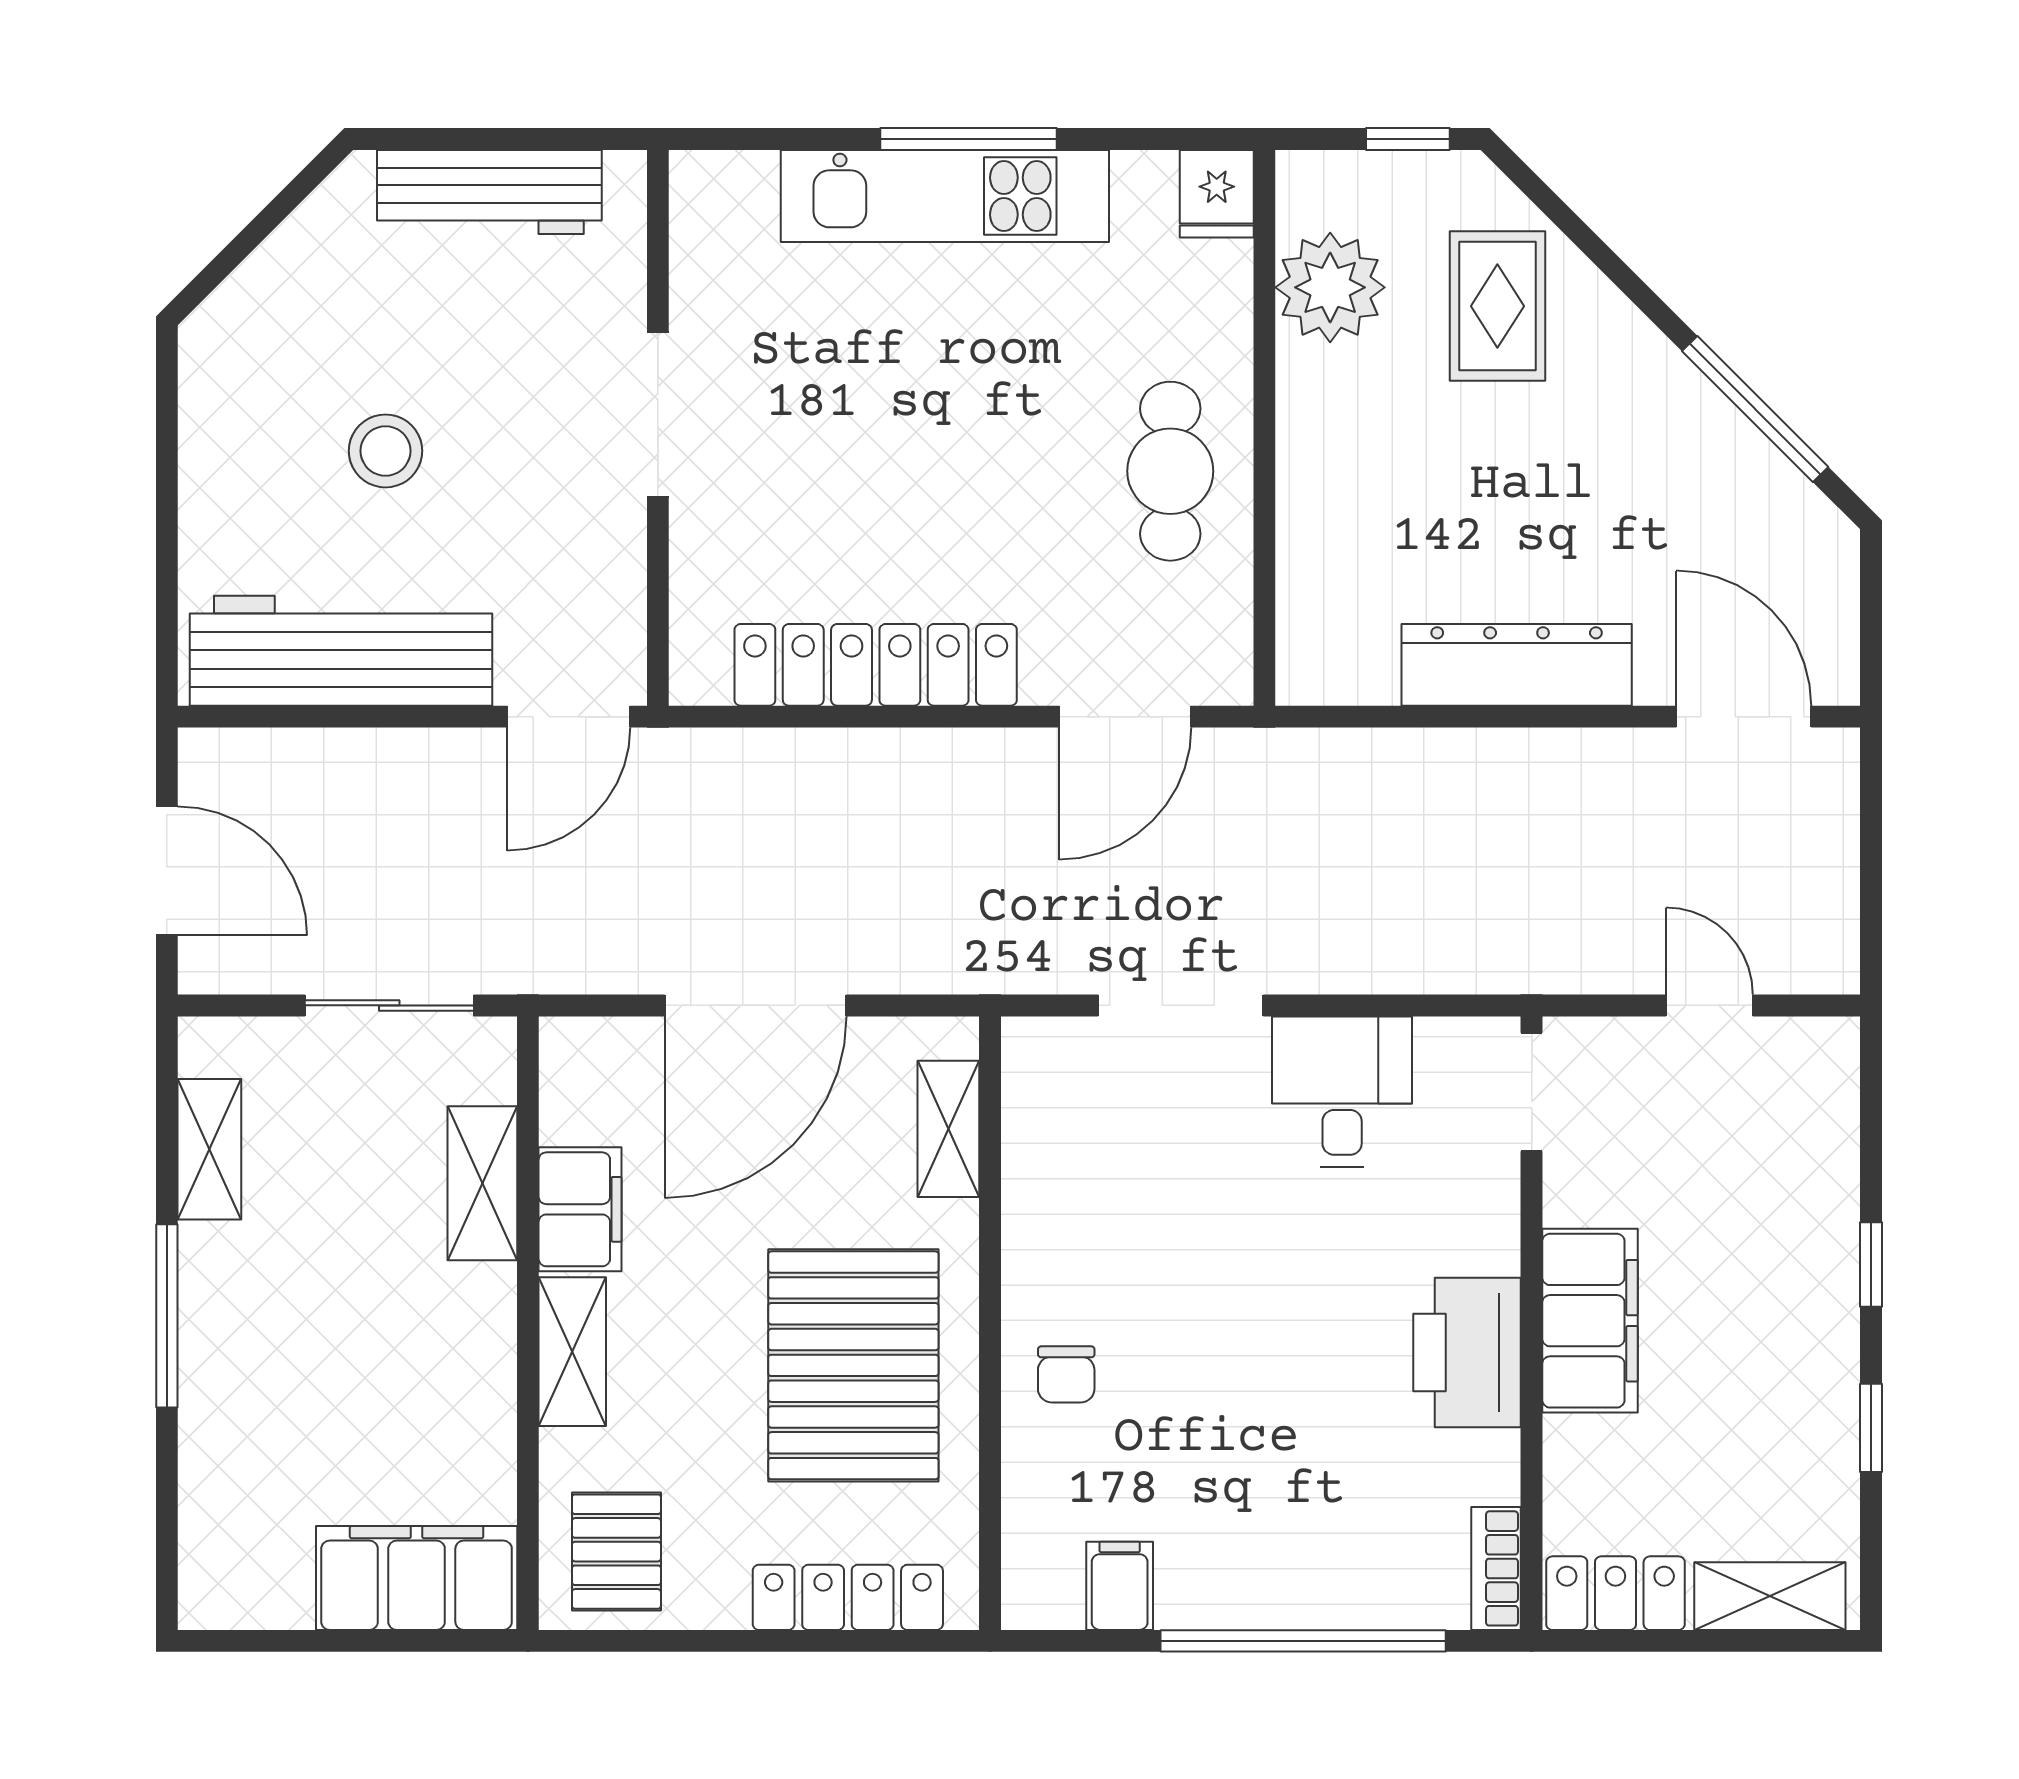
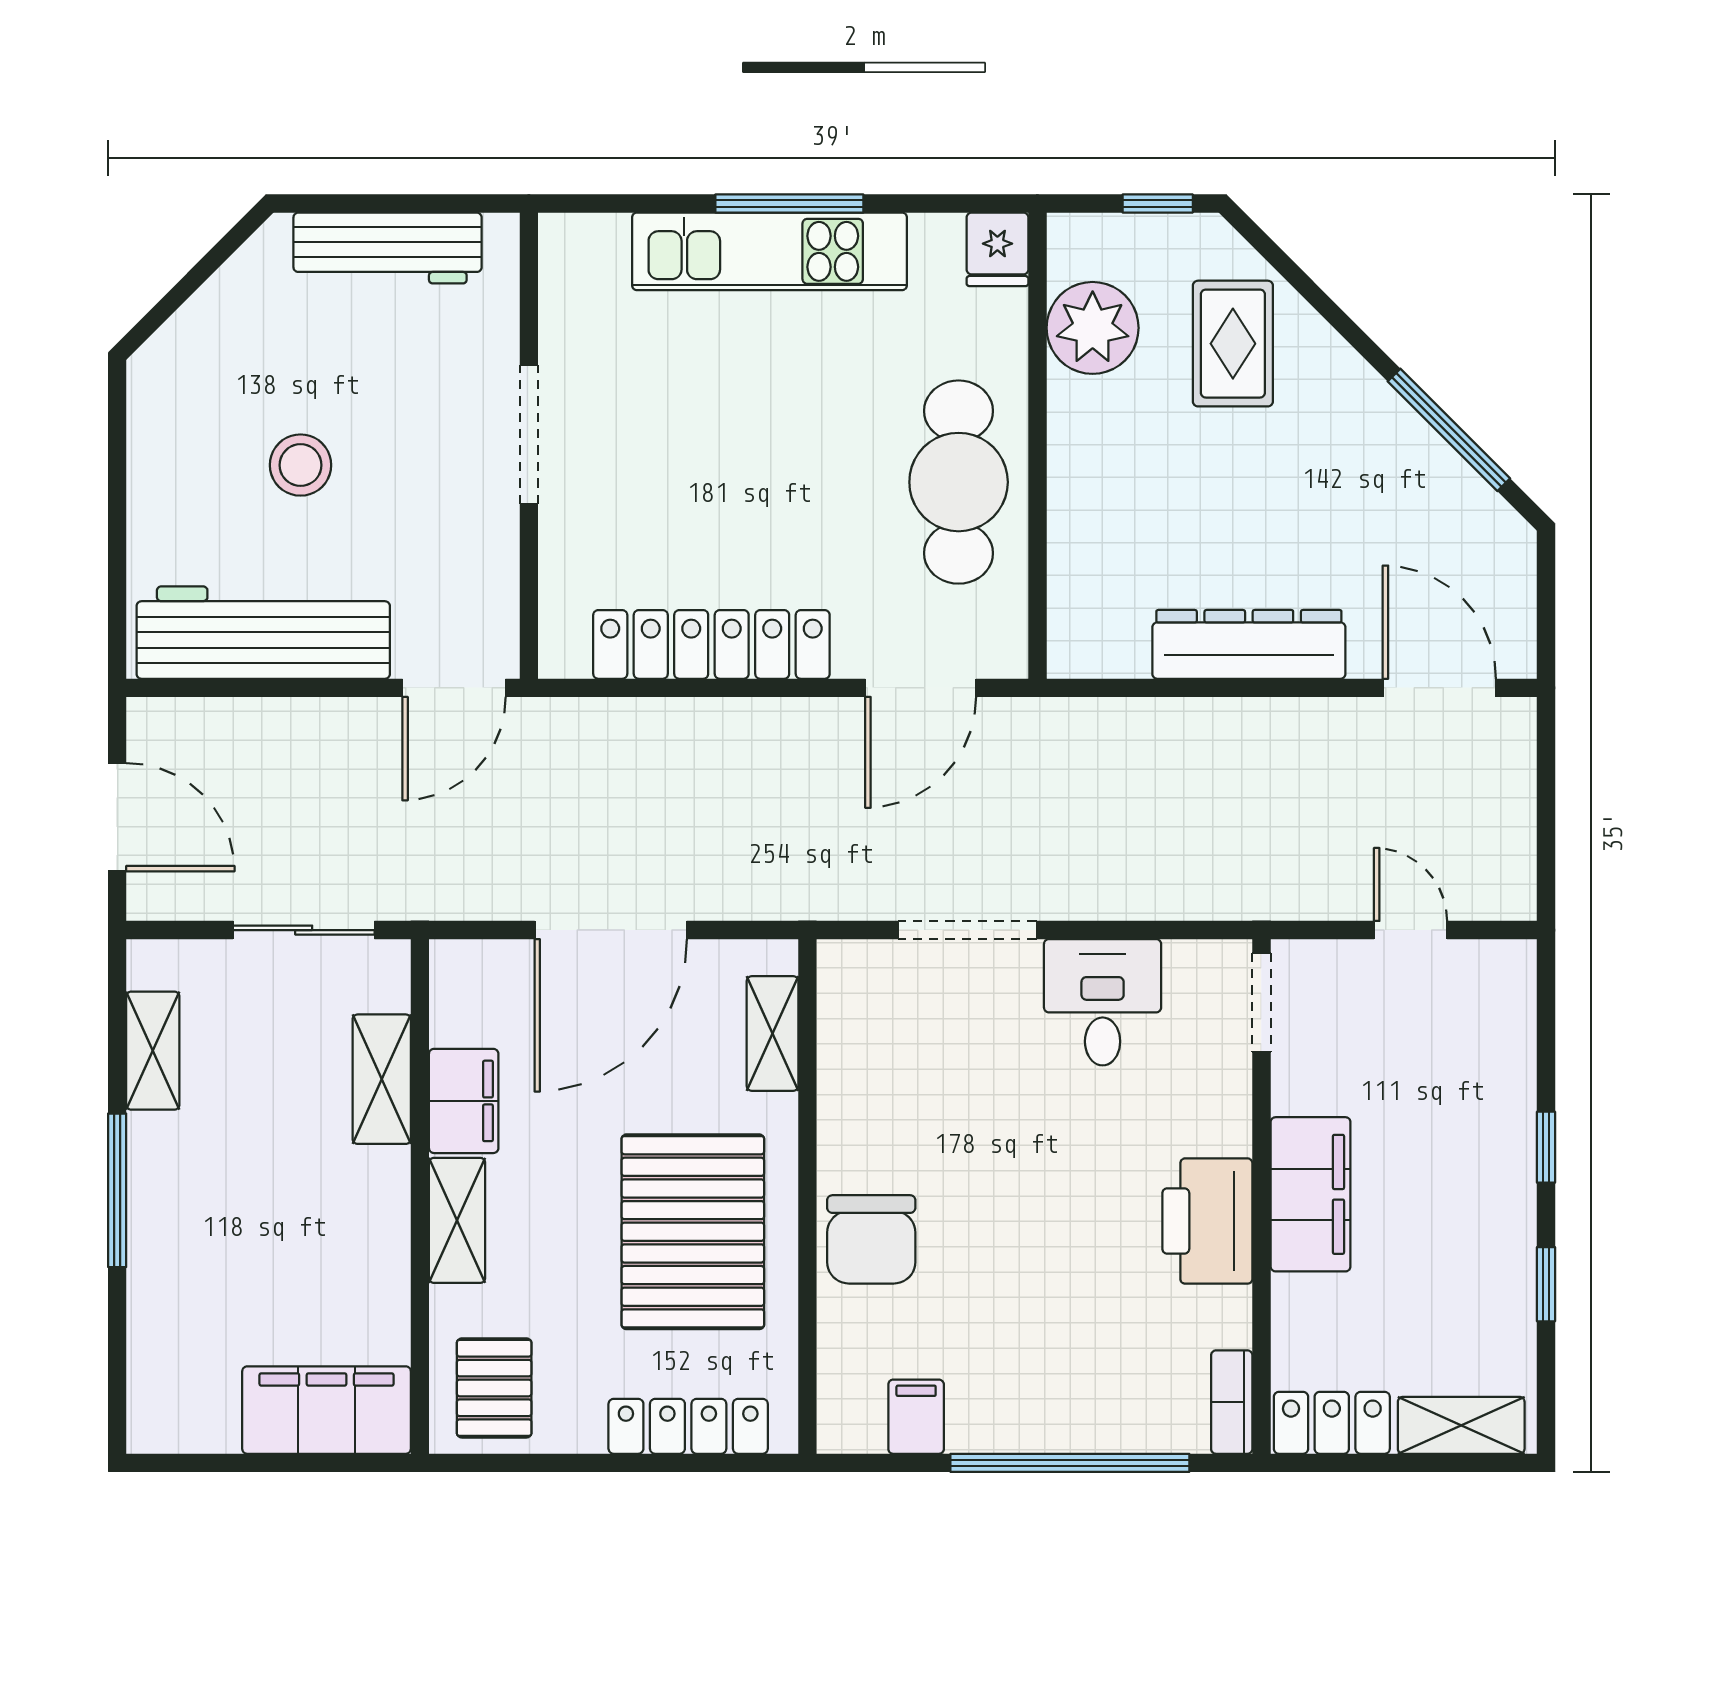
cafe table: (1170, 471) -> (959, 482), width x1.37, depth x1.35
chair: (1066, 1374) -> (871, 1239), width x1.87, depth x1.87

